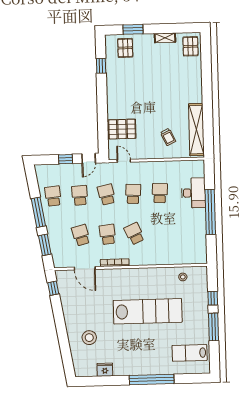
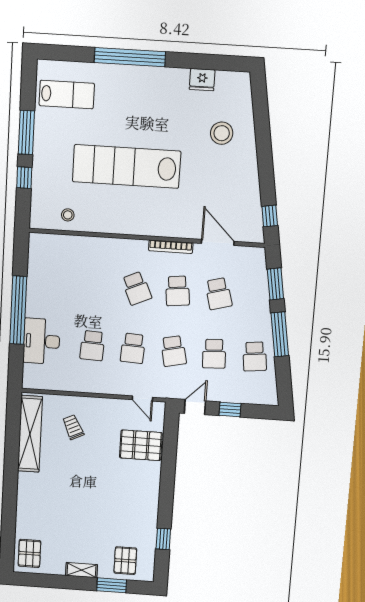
shelving: (165, 38) -> (82, 570), moved

